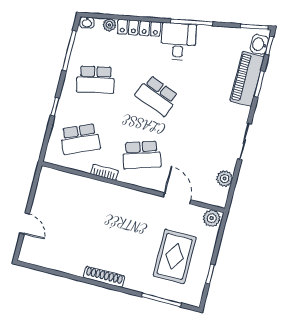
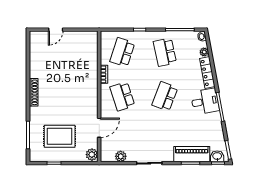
school desk: (80, 139) -> (122, 52), turned 42

